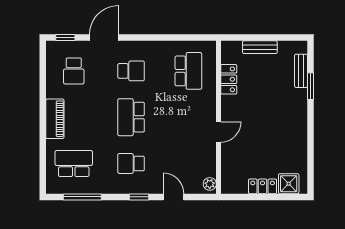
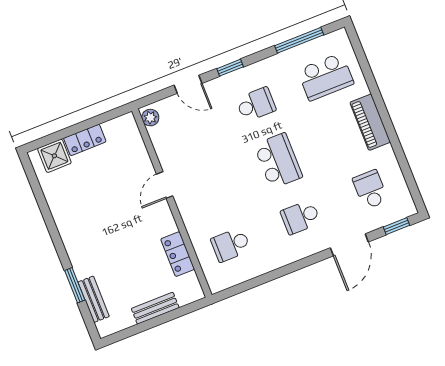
school desk: (188, 71) -> (231, 245), width x0.54

